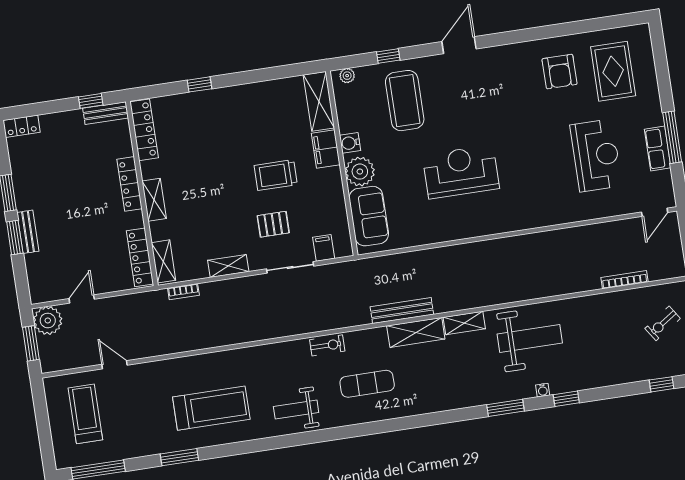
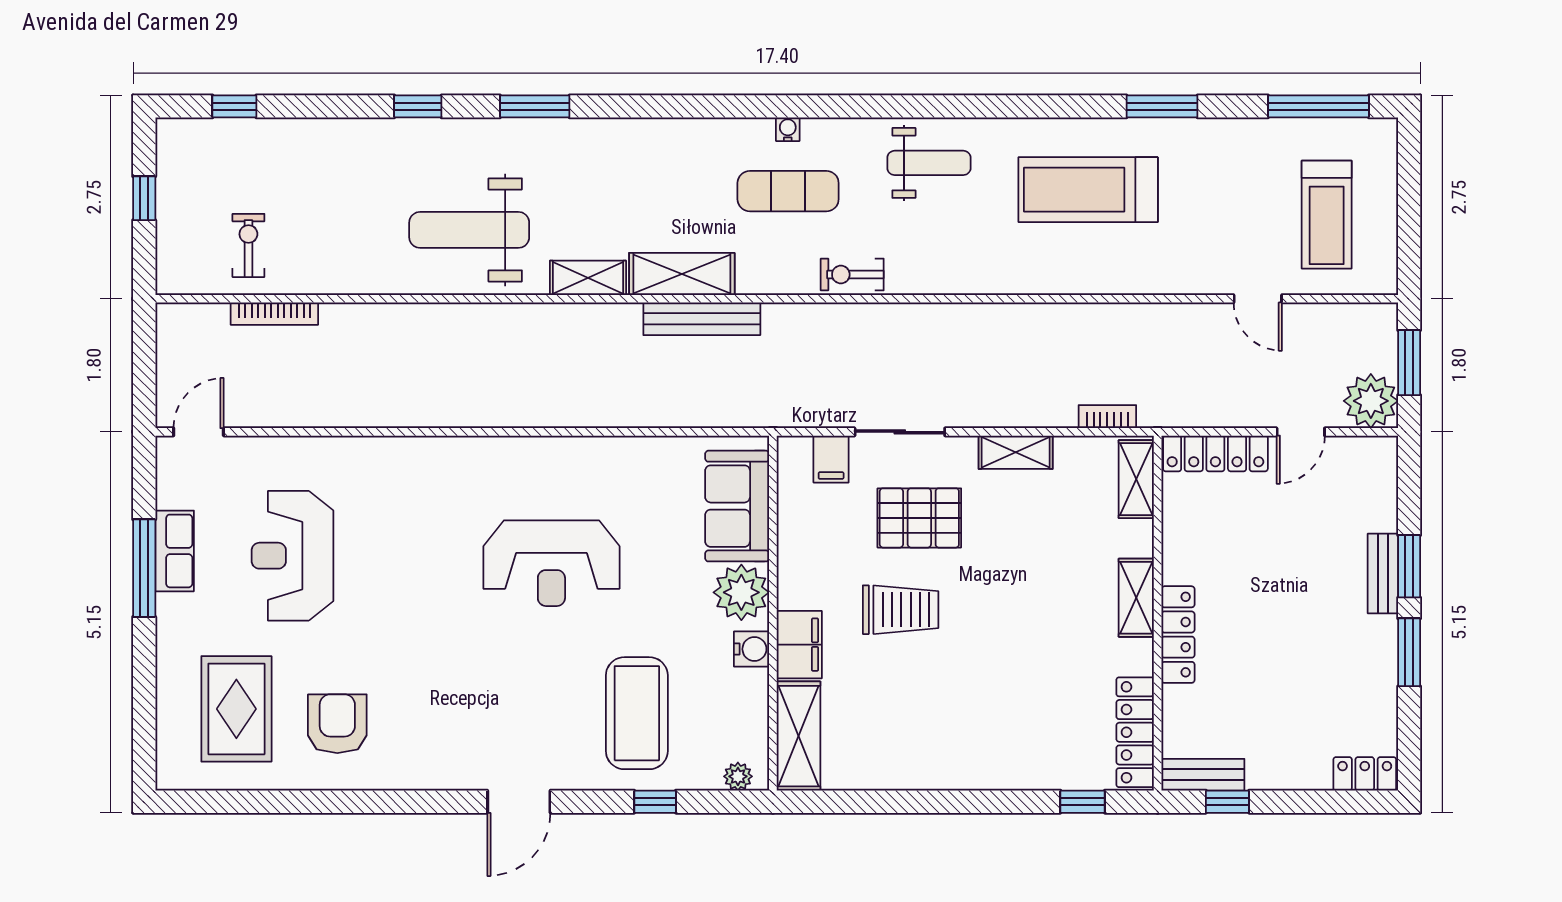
window: (200, 84) -> (1083, 802), moved
pallet: (273, 224) -> (919, 518), width x1.50, depth x1.42
locker: (140, 257) -> (1215, 453), moved, turned 90
exercise bike: (663, 323) -> (248, 245), moved, turned -56
water cooler: (543, 390) -> (788, 129), moved

